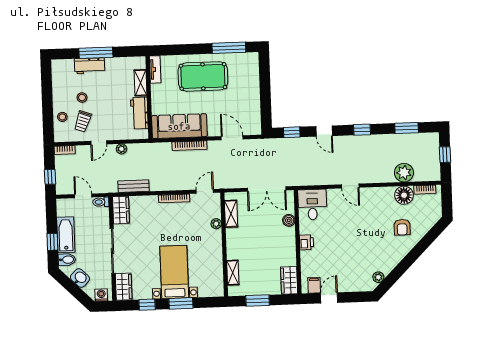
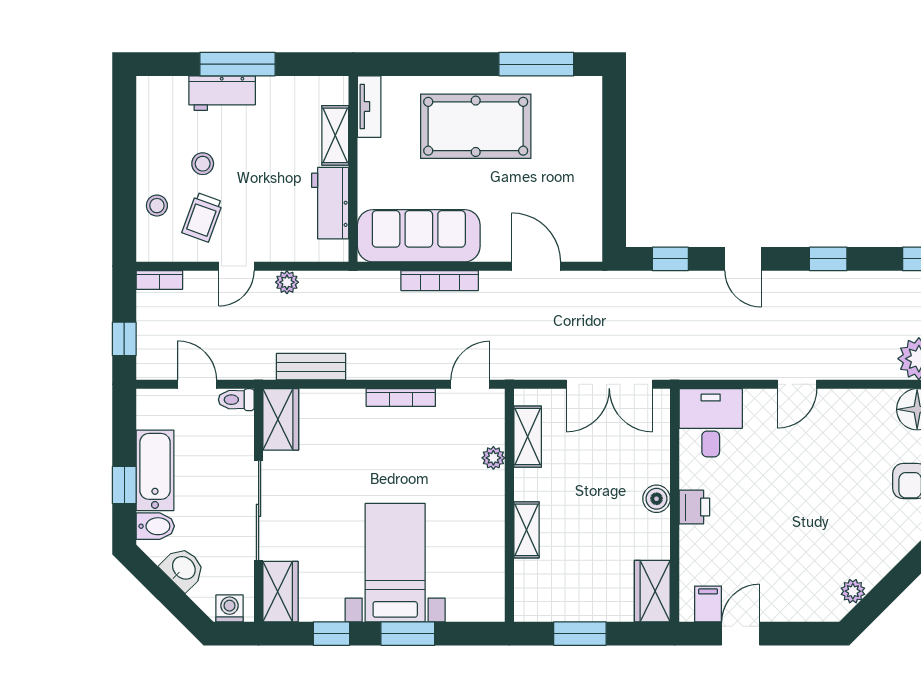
door: (350, 186) -> (797, 384), hinge flipped
boiler: (289, 220) -> (657, 499), moved
shelving: (233, 273) -> (526, 530), moved

